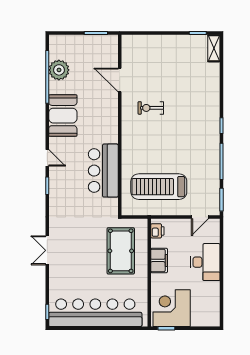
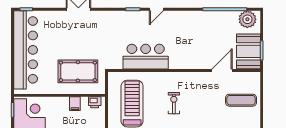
exercise mat: (155, 57) -> (241, 100), added
plant: (59, 70) -> (247, 19), moved
exercise bike: (151, 108) -> (174, 103), moved
booth: (63, 116) -> (248, 51), moved, turned 90
filing cabinet: (159, 260) -> (75, 104), width x0.50

